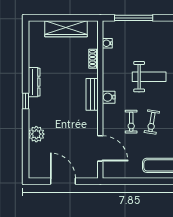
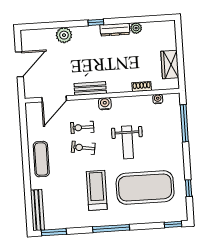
wardrobe: (66, 29) -> (170, 65), width x0.67
plant: (34, 61) -> (136, 28), added
bench: (92, 94) -> (90, 88), moved

